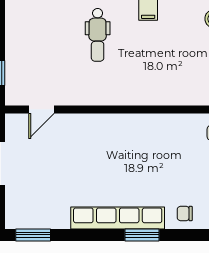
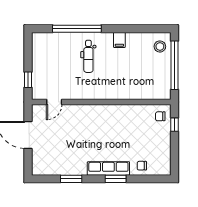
row of seats: (118, 218) -> (108, 168), width x0.73
window: (33, 235) -> (71, 179), moved

